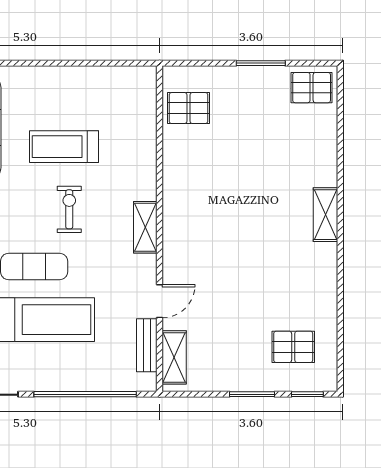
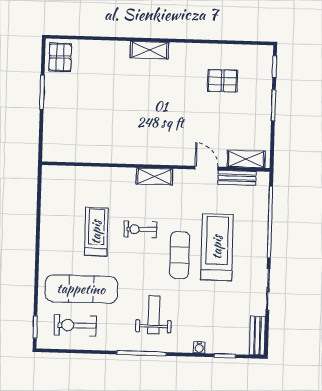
pallet: (188, 108) -> (72, 144), removed
treadmill: (64, 147) -> (96, 232), turned 180
pallet: (293, 347) -> (223, 81), moved, turned 90

